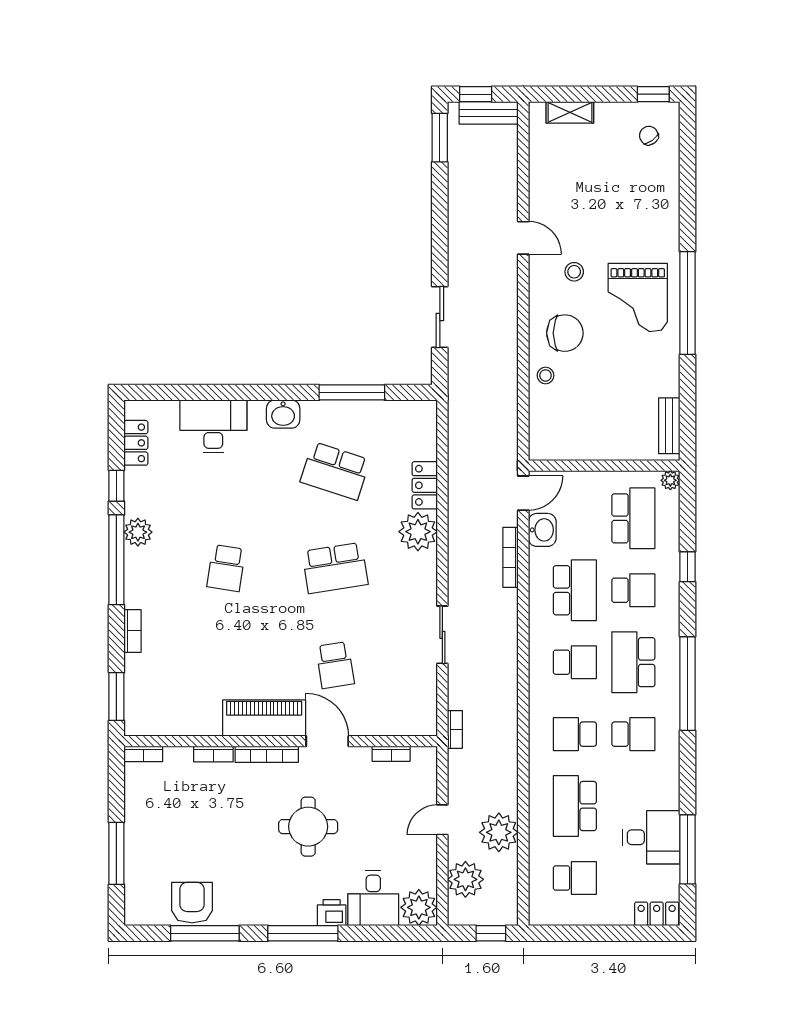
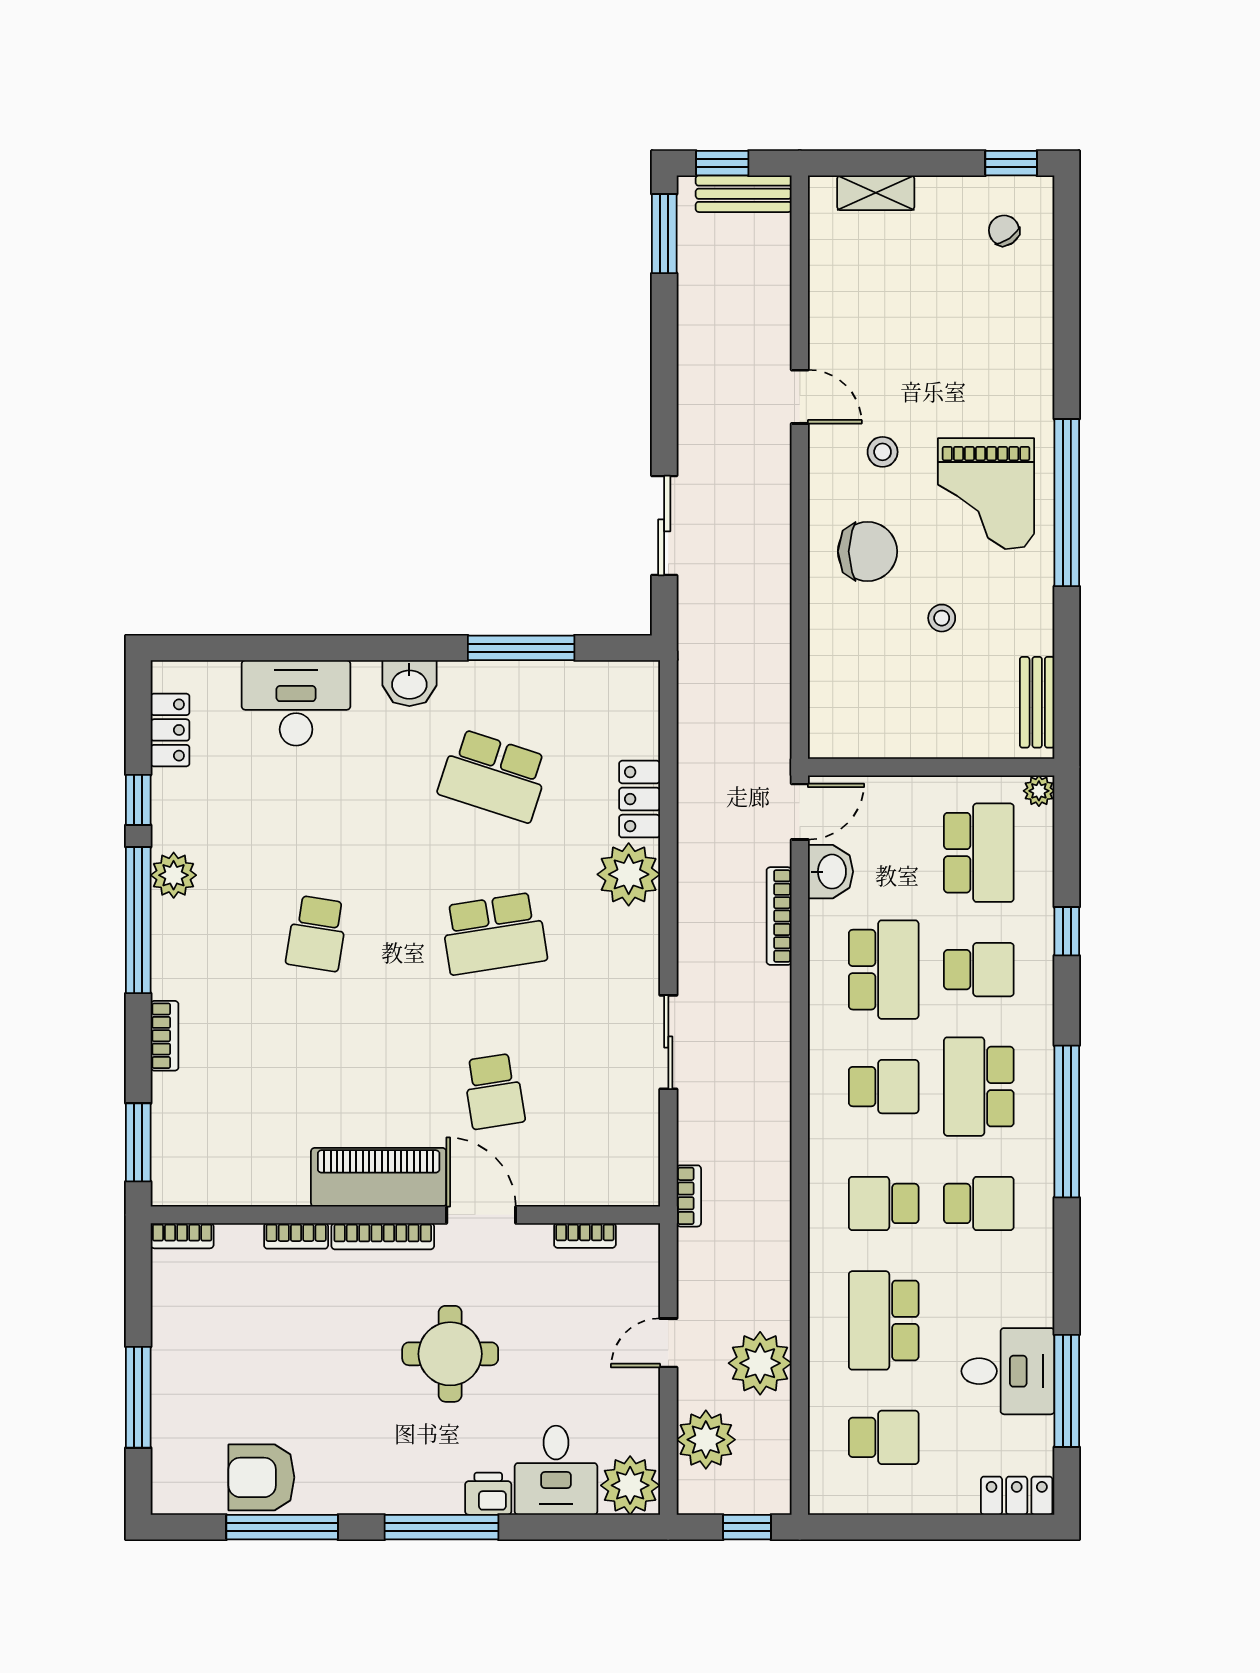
stool: (546, 375) -> (942, 618), moved
armchair: (192, 903) -> (261, 1477), turned -90

